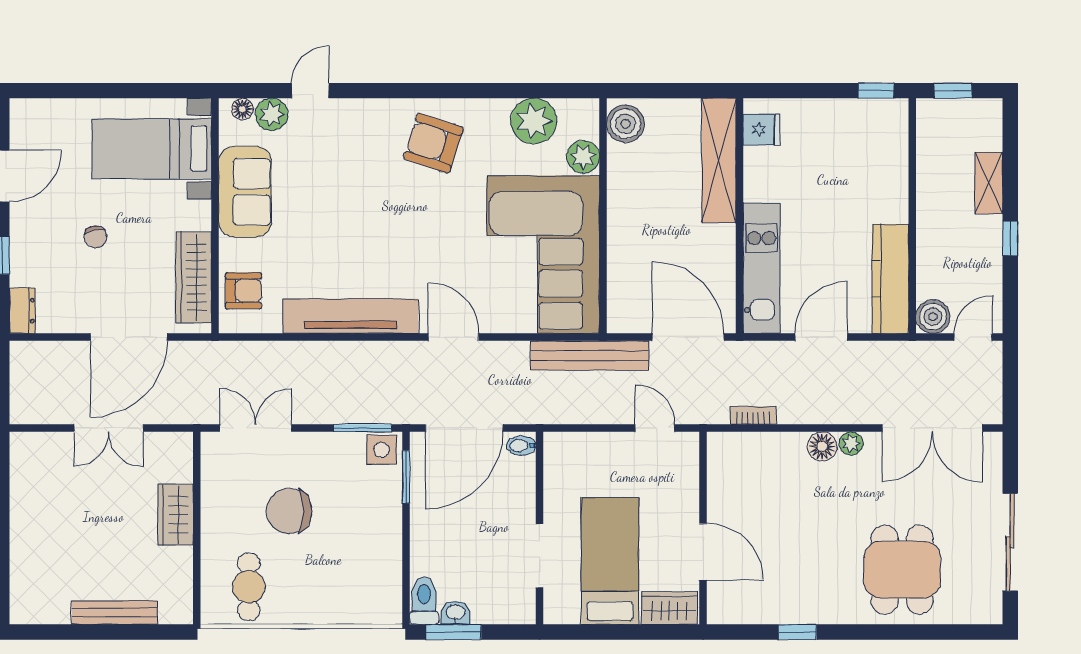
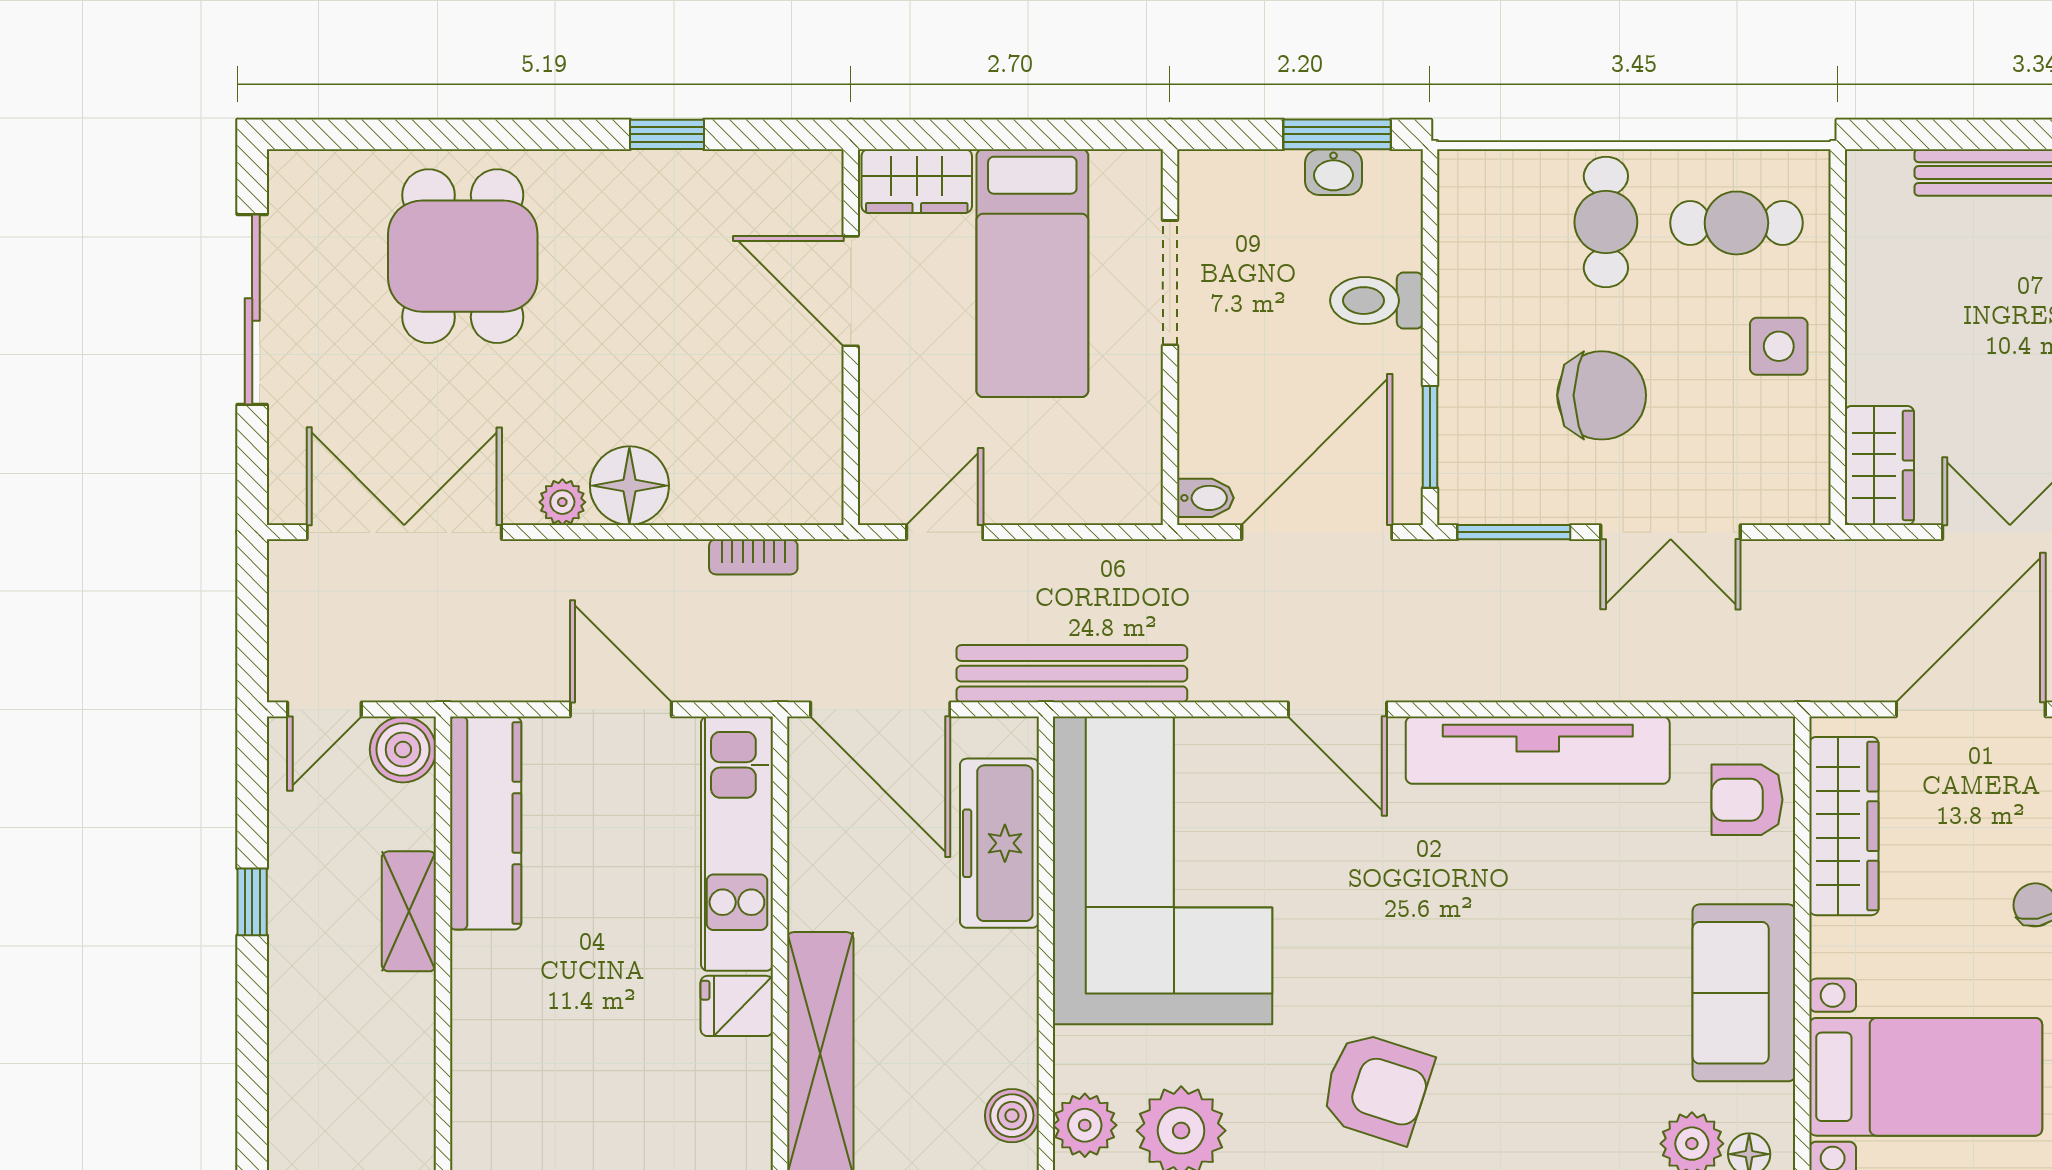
boiler: (625, 124) -> (1012, 1116), width x0.73, depth x0.73
fridge: (762, 130) -> (737, 1006), moved
plant: (583, 157) -> (1085, 1125), moved
shelving: (989, 183) -> (409, 911), moved
freezer: (627, 268) -> (999, 843), added
door: (821, 337) -> (621, 709), swing flipped
double door: (256, 428) -> (1671, 532), moved
door: (655, 428) -> (945, 532), swing flipped
floor lamp: (822, 446) -> (629, 486), width x1.38, depth x1.38
side table: (382, 450) -> (1779, 346), moved
chair: (289, 511) -> (1602, 395), moved
wardrobe: (175, 515) -> (1879, 465), moved
cafe table: (249, 587) -> (1736, 223), turned 90
cafe table: (316, 587) -> (1606, 222), added
toilet: (424, 601) -> (1377, 301), moved, turned 90

